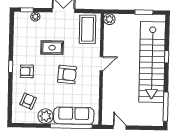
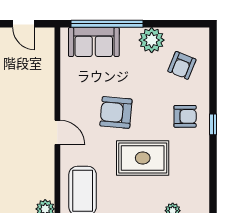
rug: (52, 48) -> (143, 158), width x1.36, depth x1.43
door: (101, 64) -> (57, 132), swing flipped
sofa: (74, 116) -> (94, 42), width x0.73

